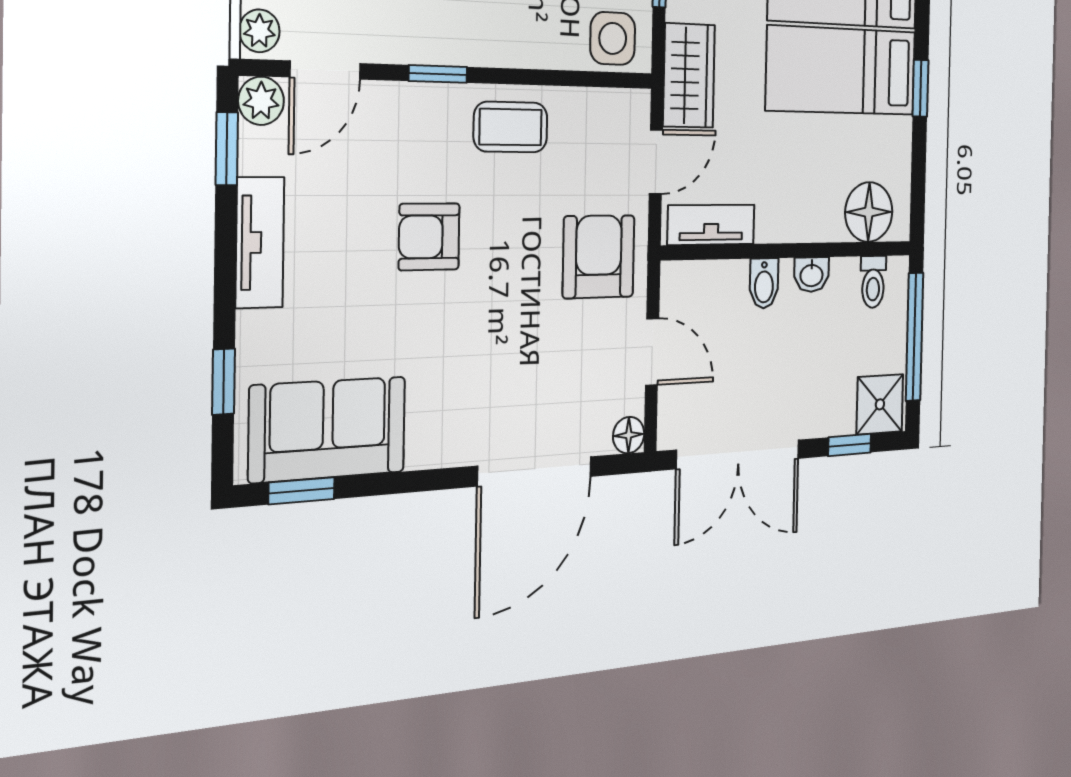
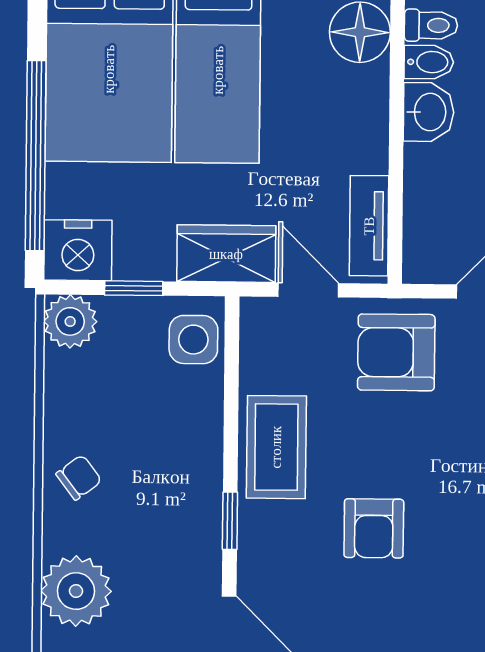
coffee table: (511, 127) -> (276, 447), width x1.36, depth x1.30
washbasin: (812, 275) -> (429, 112), width x1.38, depth x1.45
bidet: (764, 283) -> (429, 62), moved

